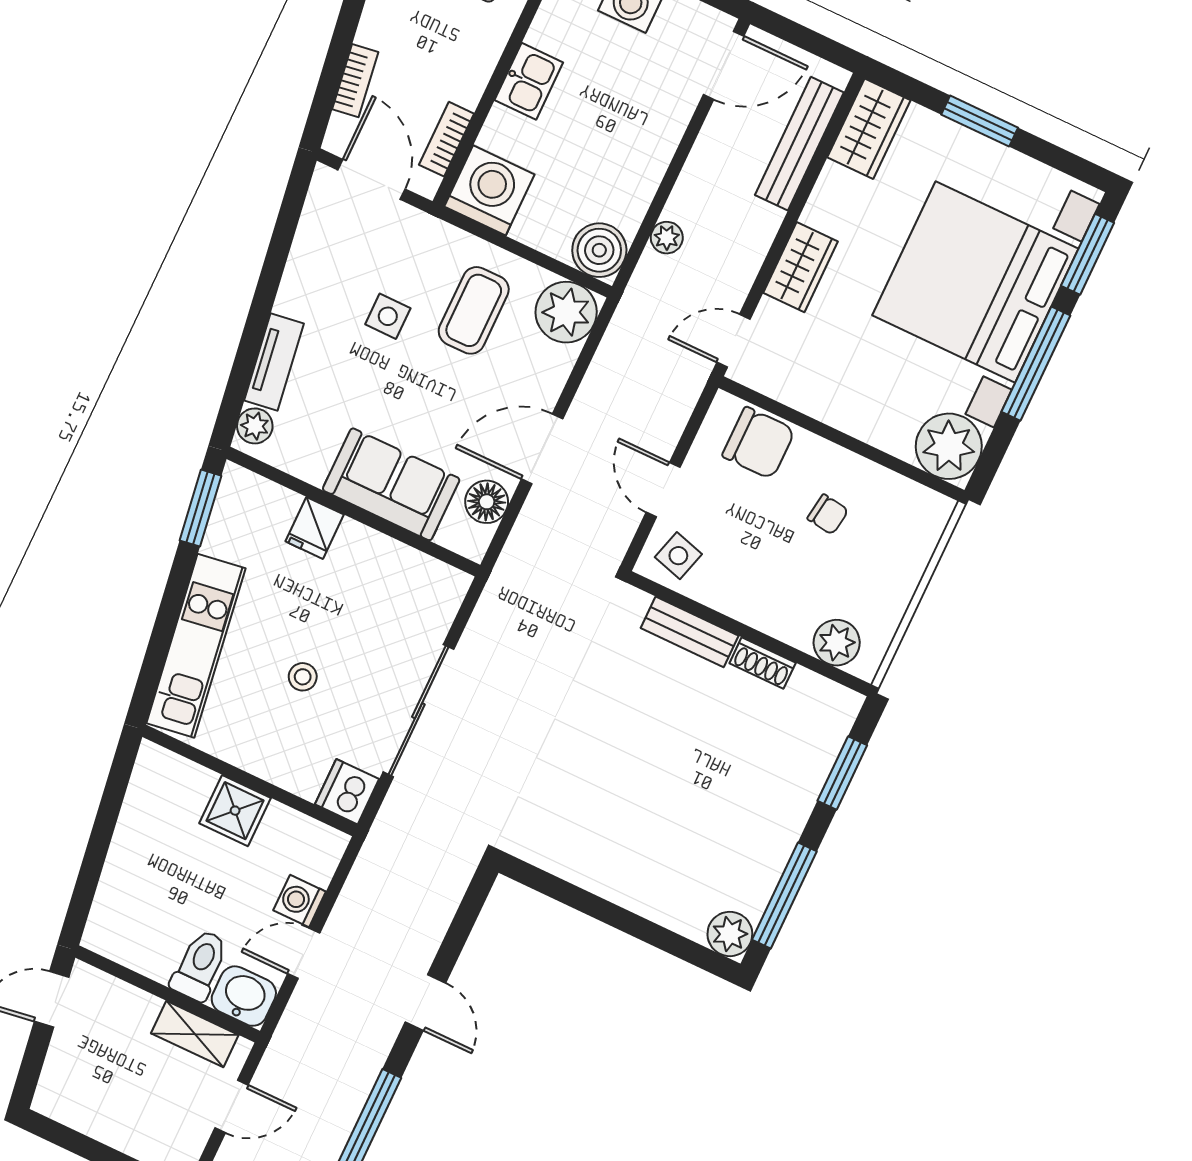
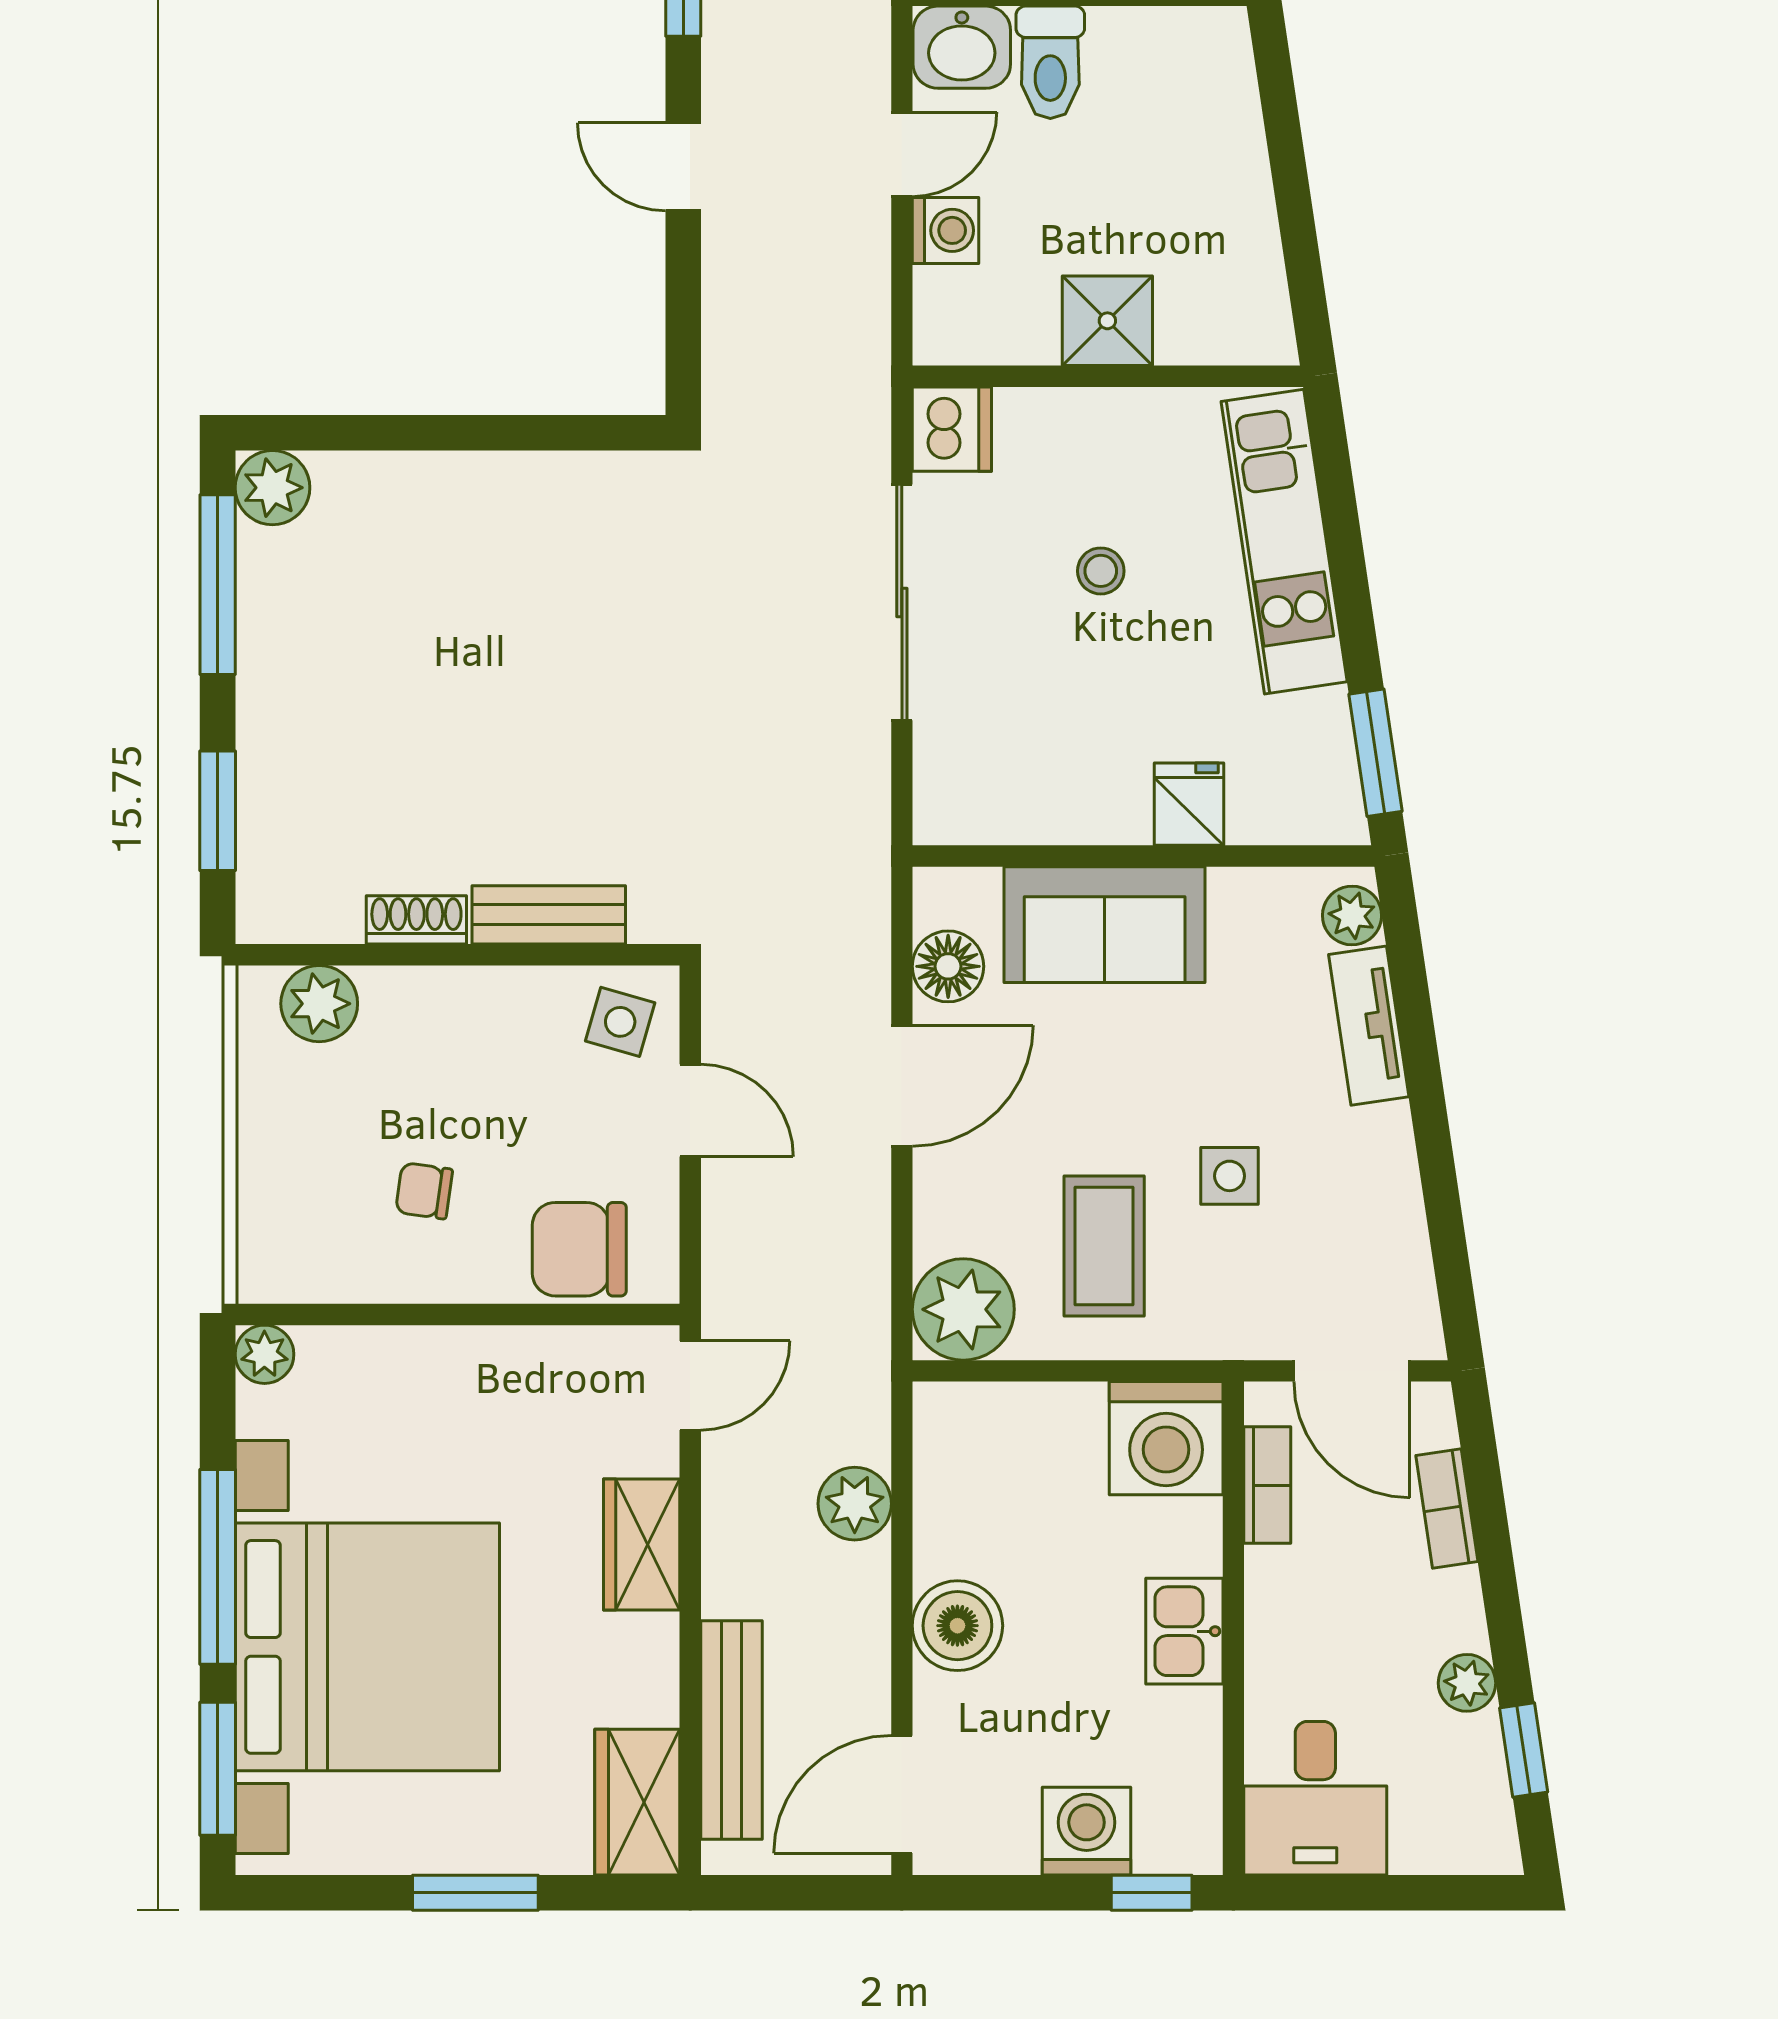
plant: (667, 238) -> (855, 1504), width x1.38, depth x1.38
boiler: (599, 250) -> (957, 1626), moved
plant: (949, 446) -> (264, 1354), width x0.53, depth x0.53

